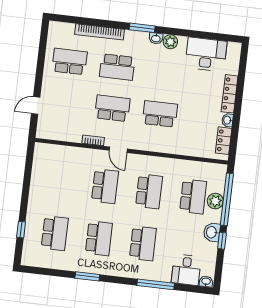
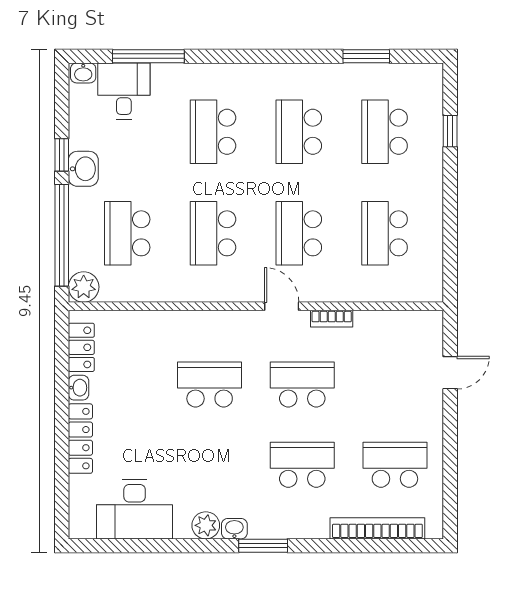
bookcase: (100, 32) -> (377, 528), moved
school desk: (70, 61) -> (395, 465), turned 180
school desk: (112, 108) -> (302, 385), turned 180
school desk: (160, 114) -> (210, 385), turned 180
school desk: (61, 181) -> (385, 233), added
plant: (215, 201) -> (84, 287), moved
window: (87, 276) -> (366, 56), moved
window: (156, 284) -> (148, 56), moved

